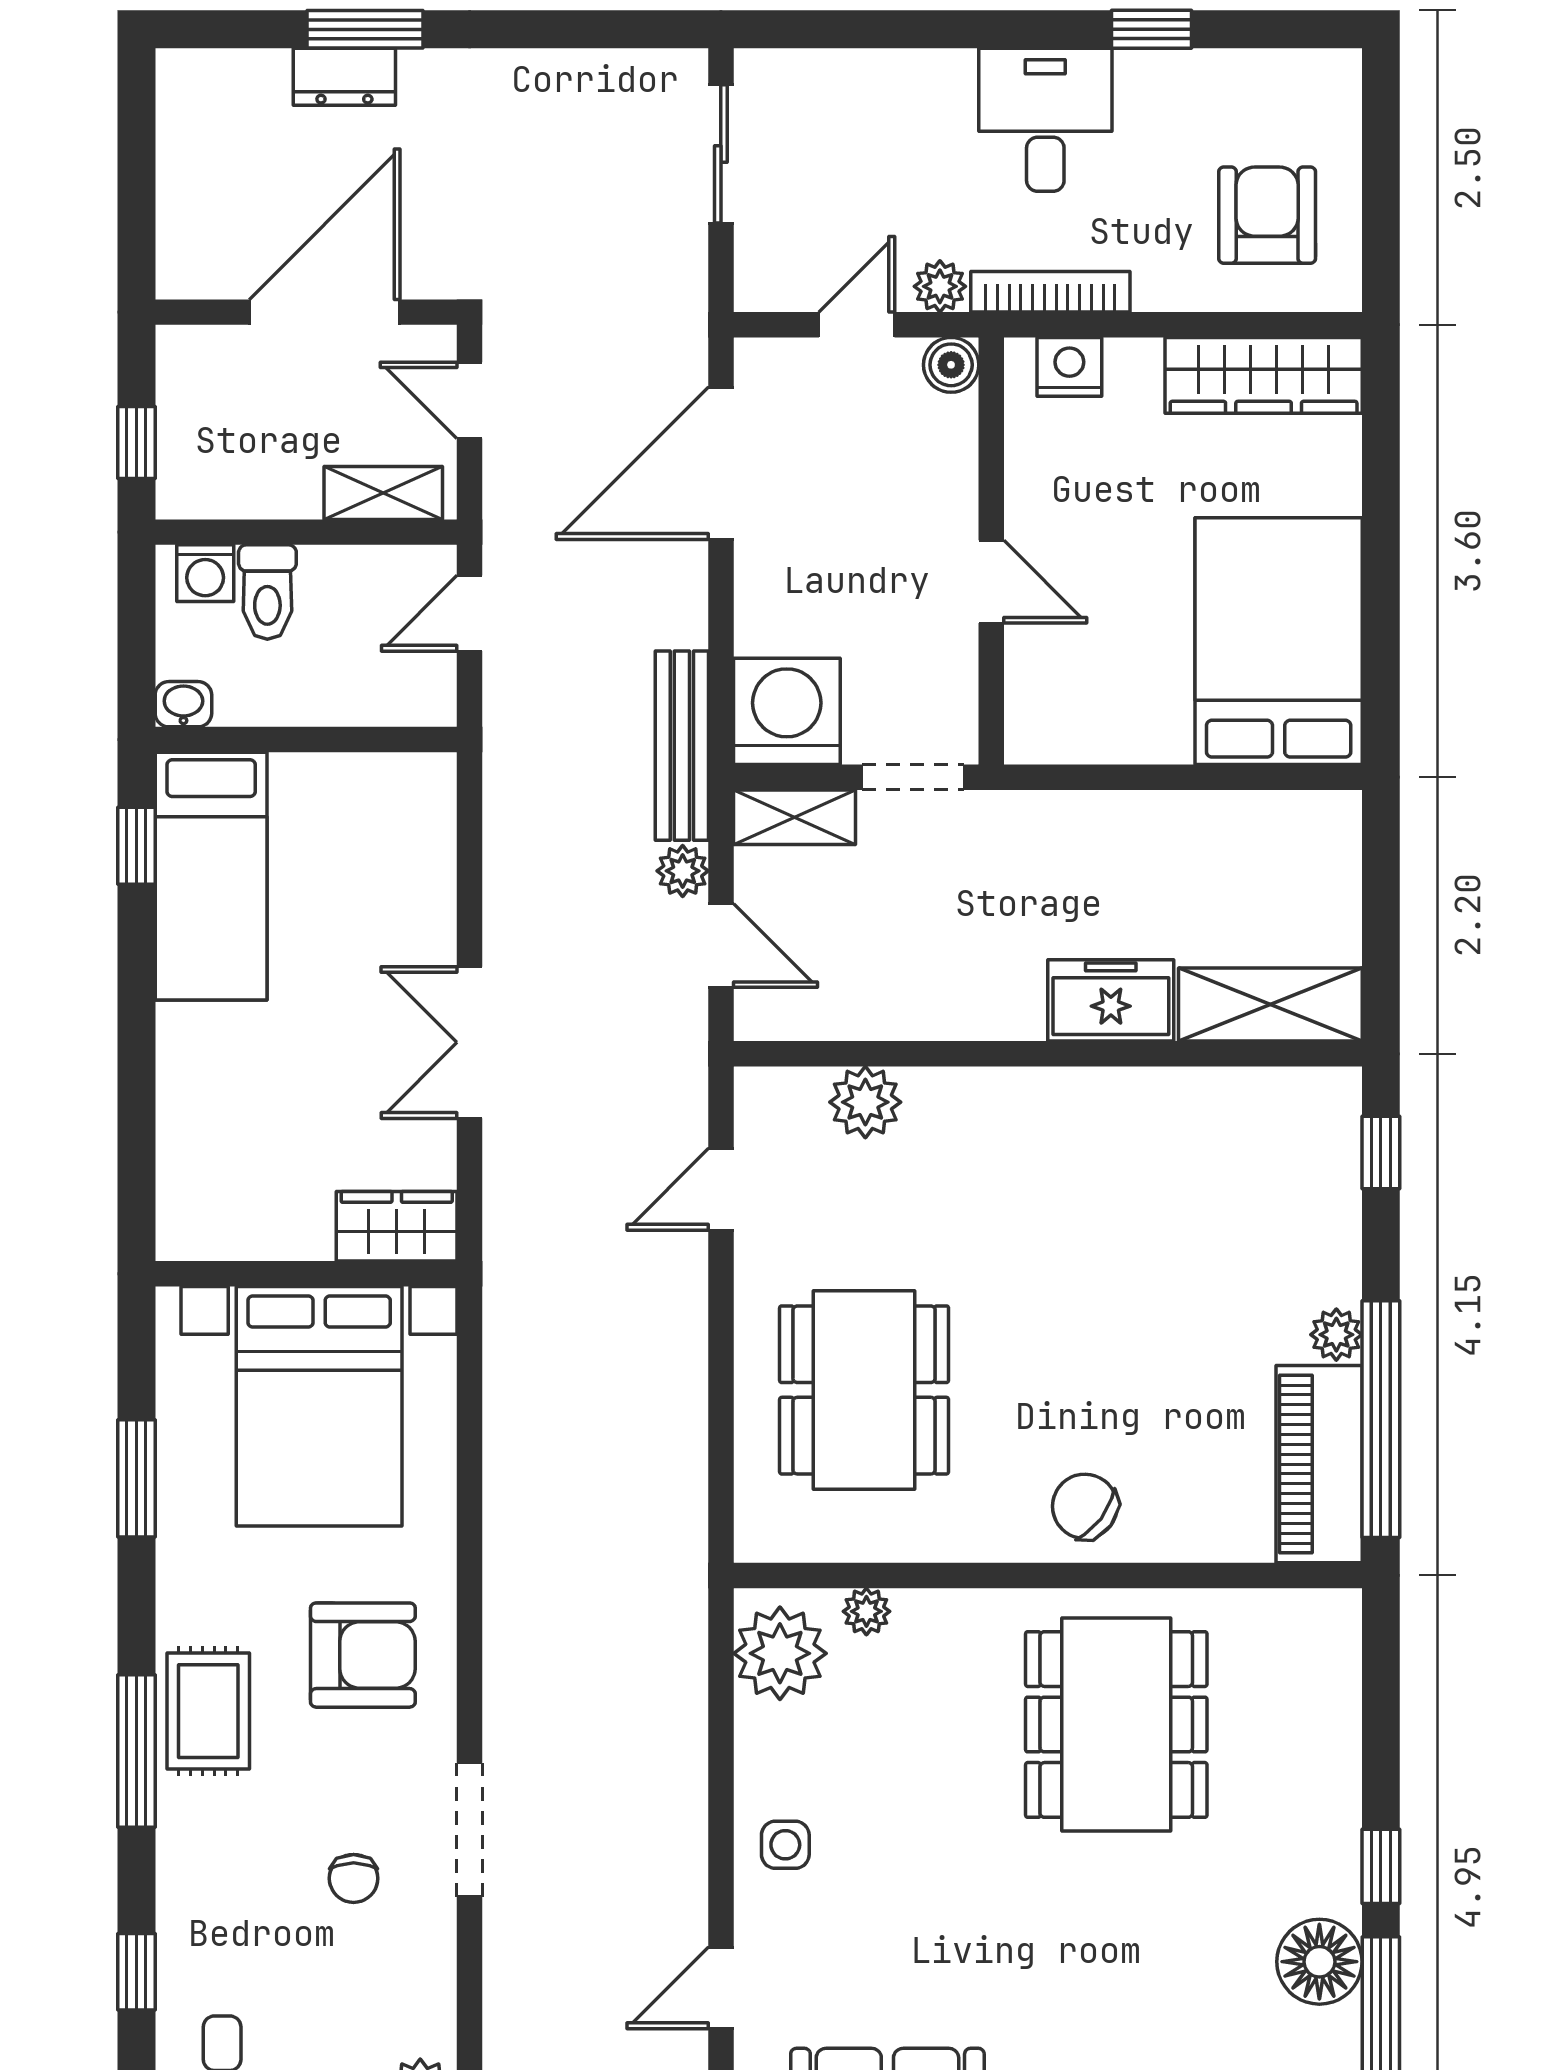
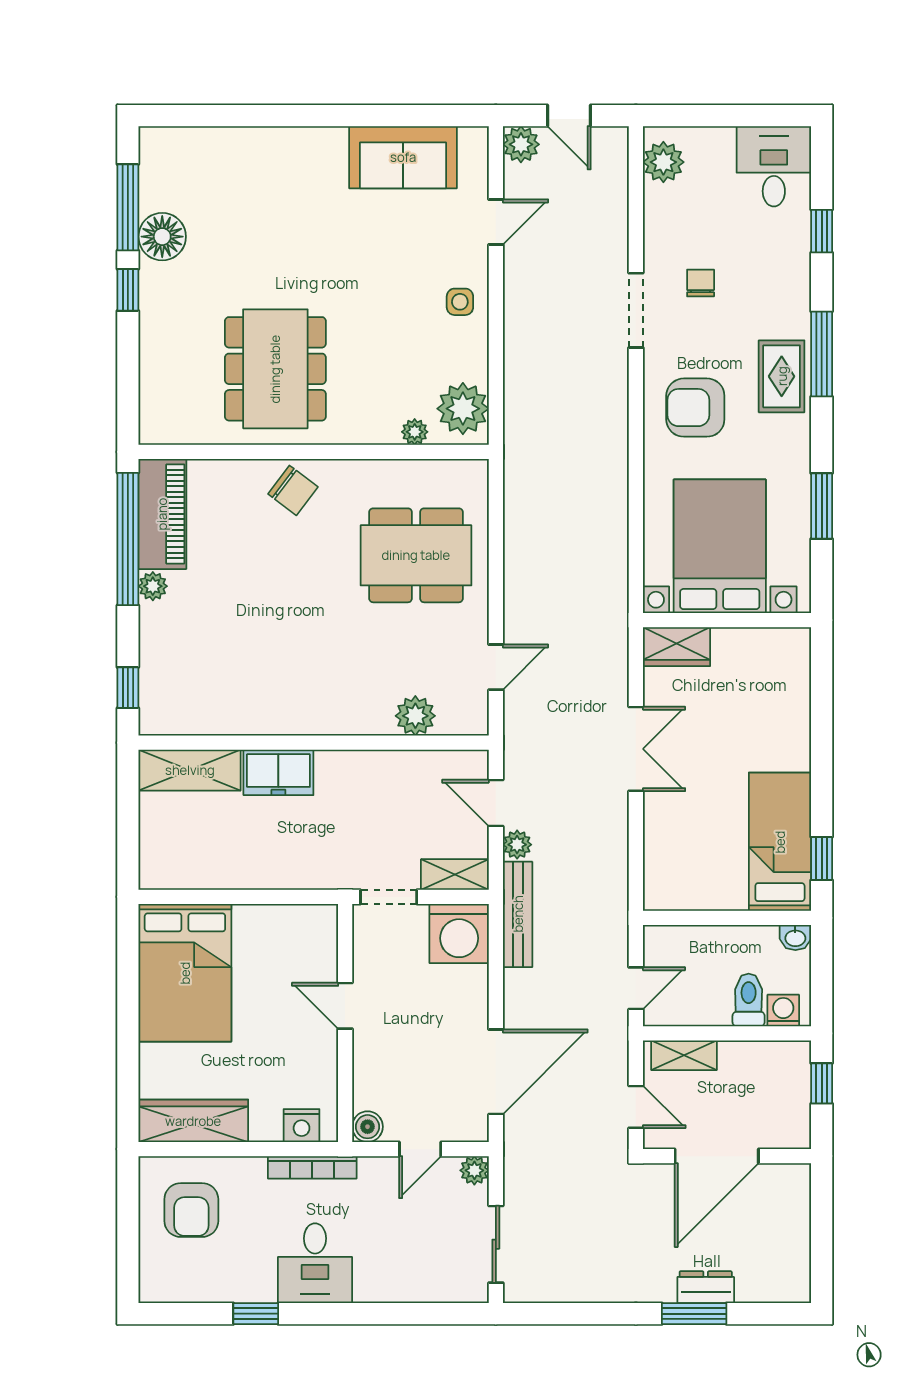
plant: (940, 286) -> (474, 1170), moved
dining table: (864, 1390) -> (416, 555), turned 90

